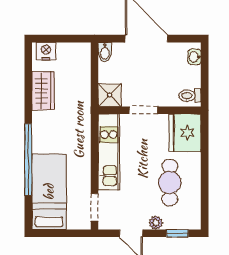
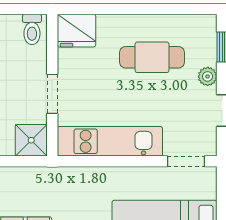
fridge: (185, 133) -> (76, 31), width x0.73, depth x0.75

